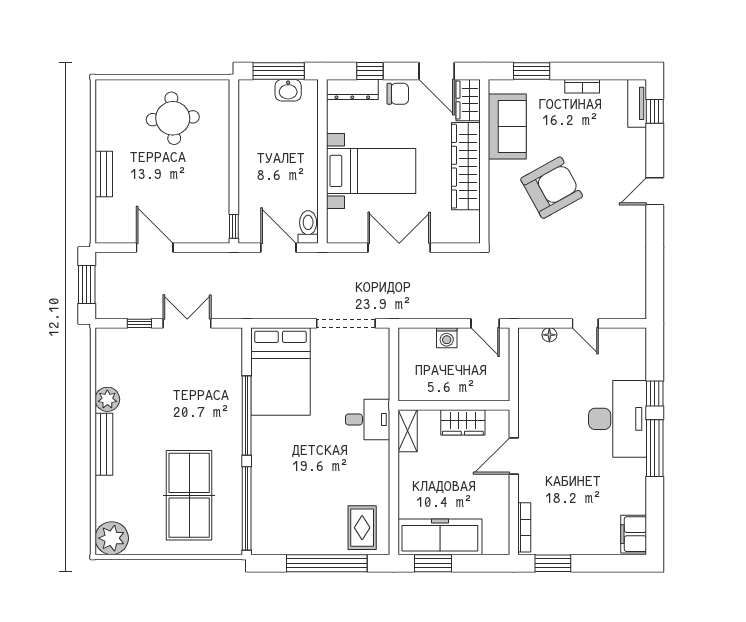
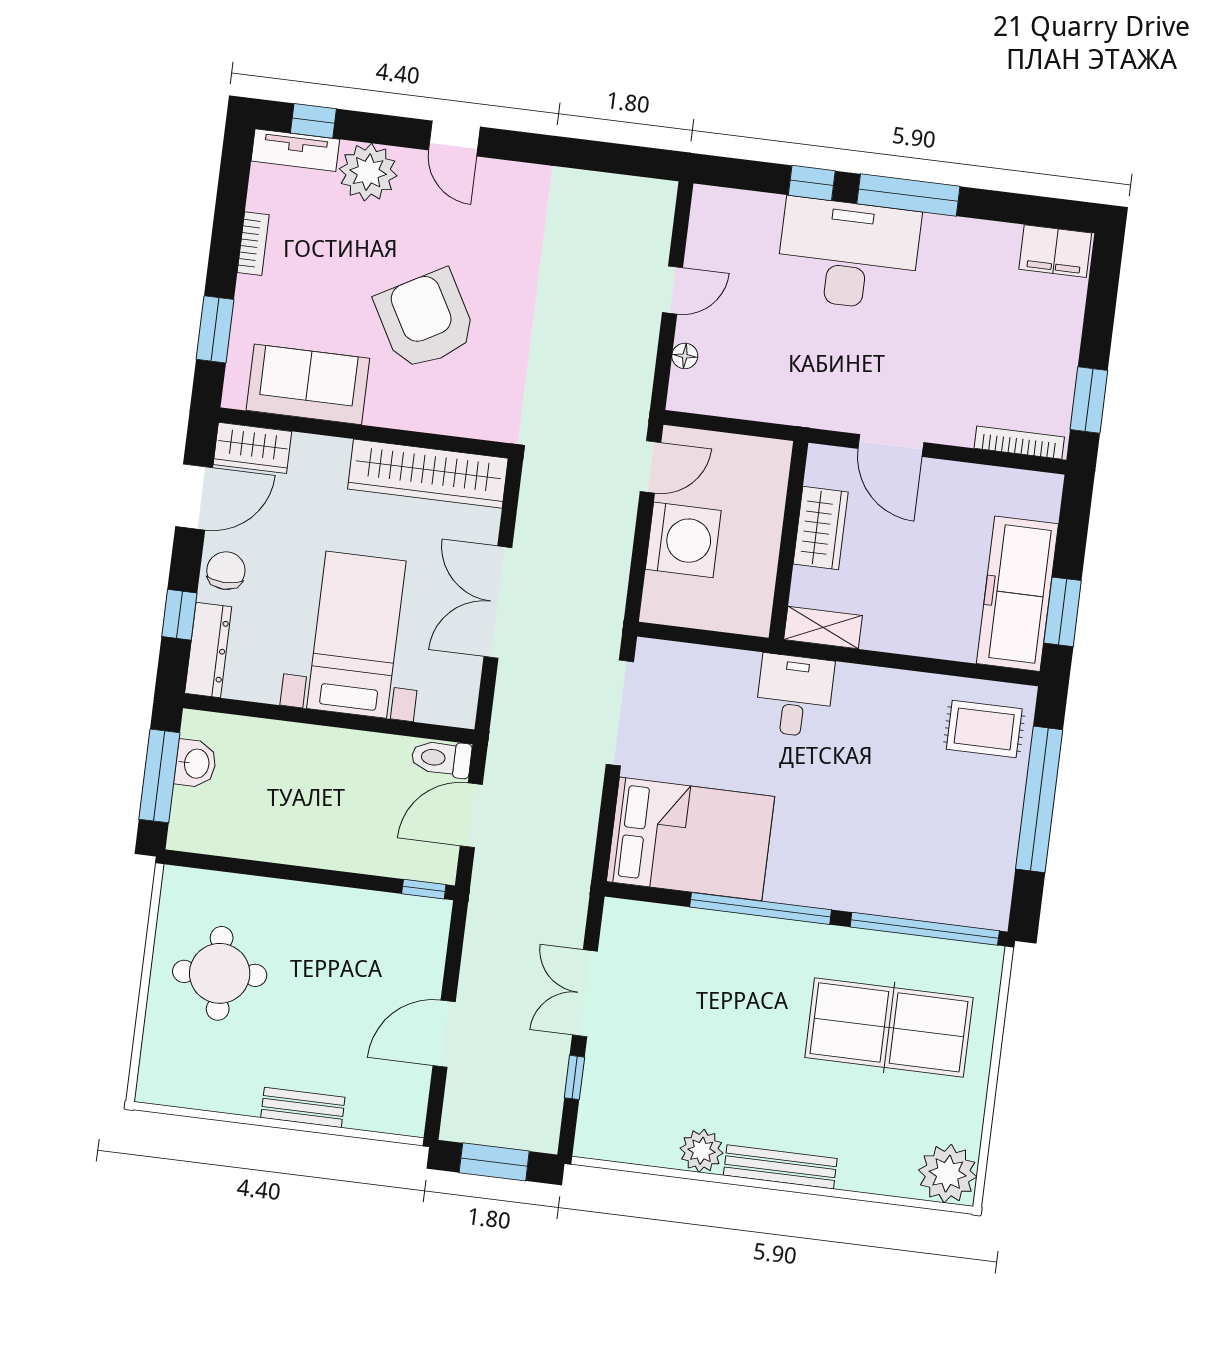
plant: (630, 145) -> (368, 172), added
wardrobe: (466, 166) -> (428, 474), moved
washing machine: (447, 338) -> (683, 540), width x1.89, depth x1.89

